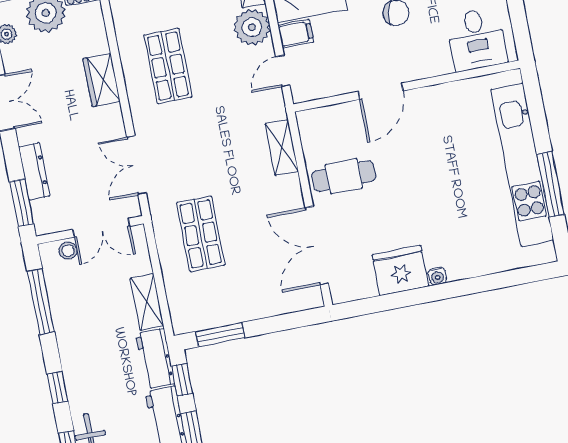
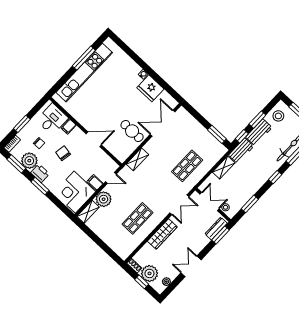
filing cabinet: (440, 60) -> (69, 127), added
wardrobe: (102, 80) -> (162, 234), width x1.50
dresser: (34, 171) -> (216, 228), moved
double door: (317, 246) -> (162, 123), swing flipped
window: (41, 302) -> (250, 204), width x0.69

